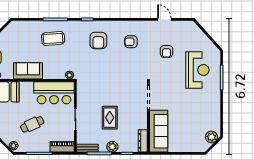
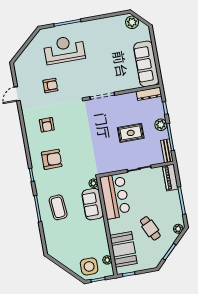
sofa: (28, 71) -> (93, 204), moved
cafe table: (32, 124) -> (150, 228), moved
sofa: (159, 131) -> (146, 64), moved, turned -90

